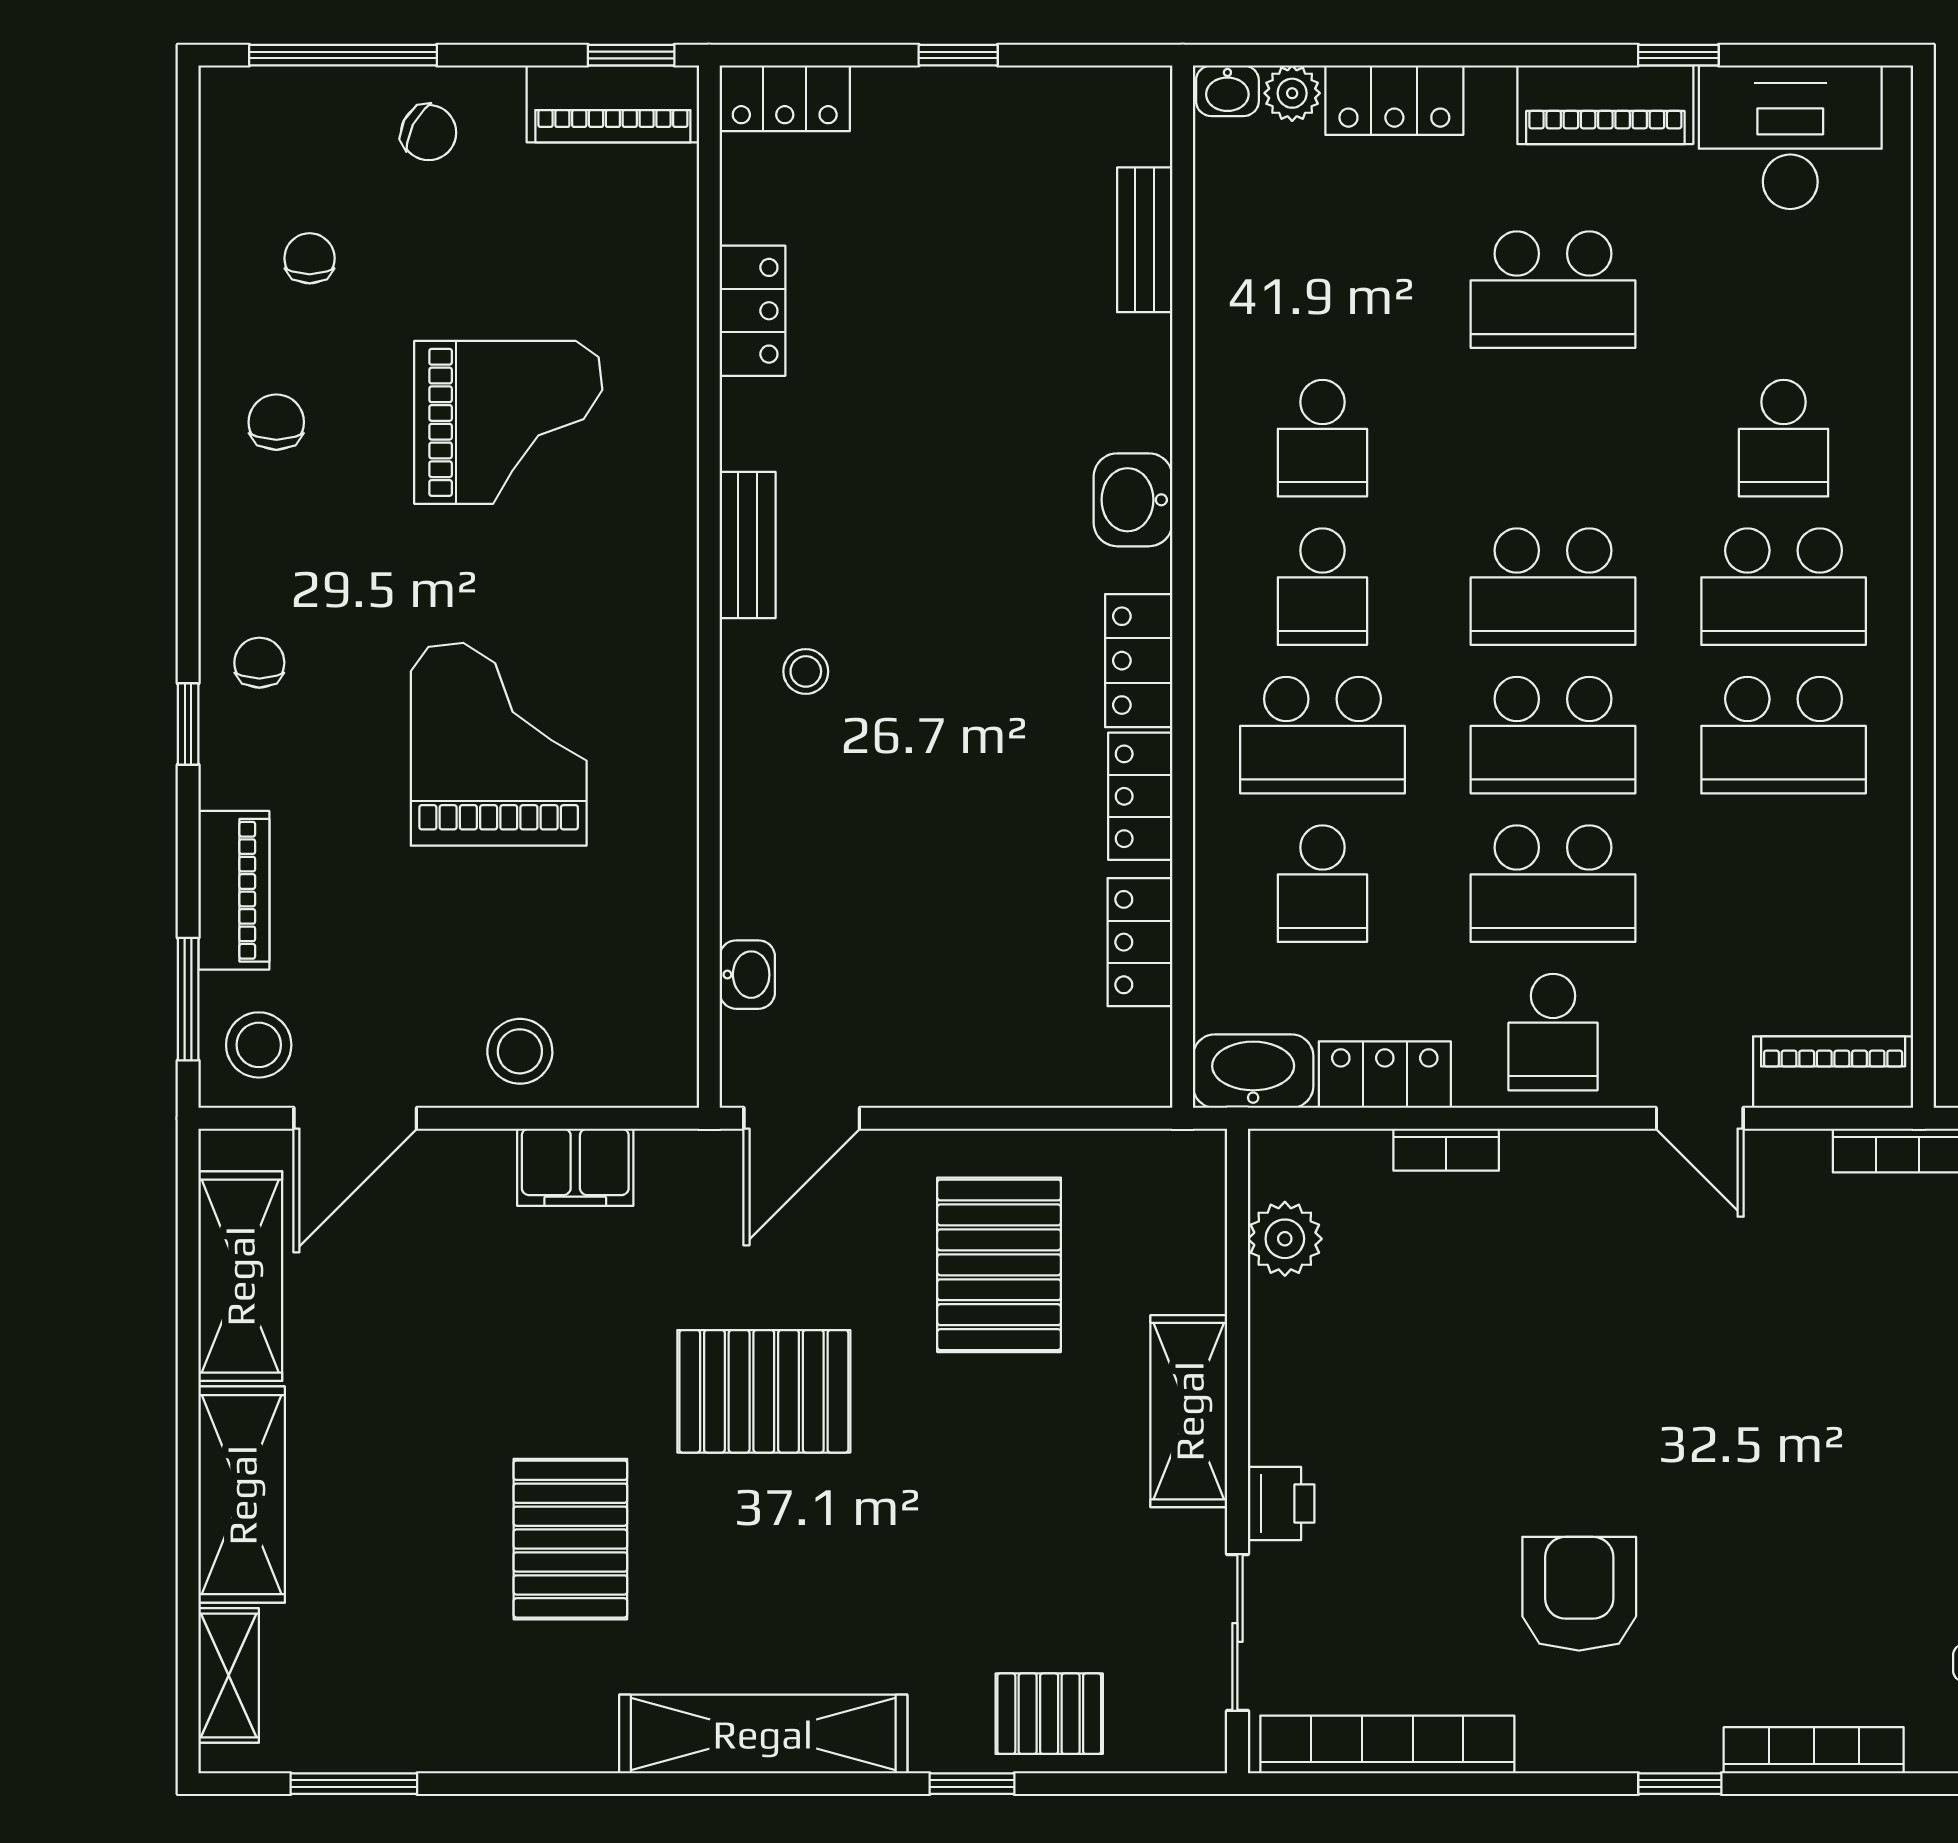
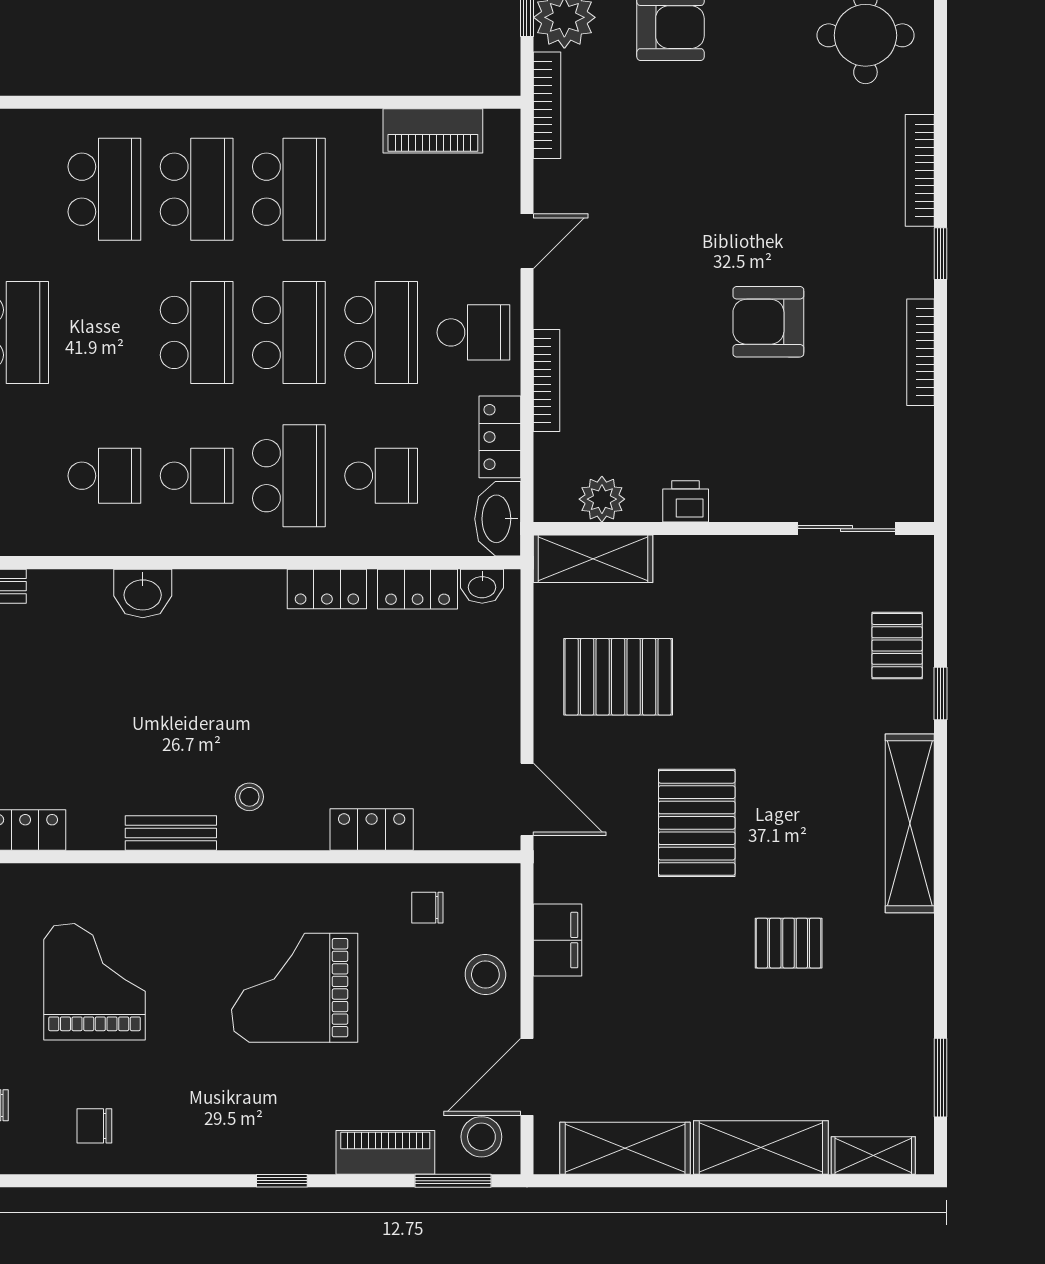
school desk: (1784, 438) -> (104, 189), width x1.85
locker: (1139, 661) -> (372, 829), moved, turned 180
chair: (259, 663) -> (427, 908), moved
washbasin: (747, 975) -> (482, 586), moved, turned 180
piano: (1833, 1072) -> (433, 131), moved, turned -90
door: (355, 1118) -> (527, 1077), swing flipped
bookcase: (1446, 1150) -> (546, 380), width x1.56
shelving: (1189, 1411) -> (593, 559), moved
printer: (1281, 1503) -> (686, 501), moved
pallet: (570, 1539) -> (789, 943), width x0.67, depth x0.71
armchair: (1579, 1594) -> (768, 322), moved
bookcase: (1387, 1744) -> (920, 352), moved, width x0.68, depth x0.76

